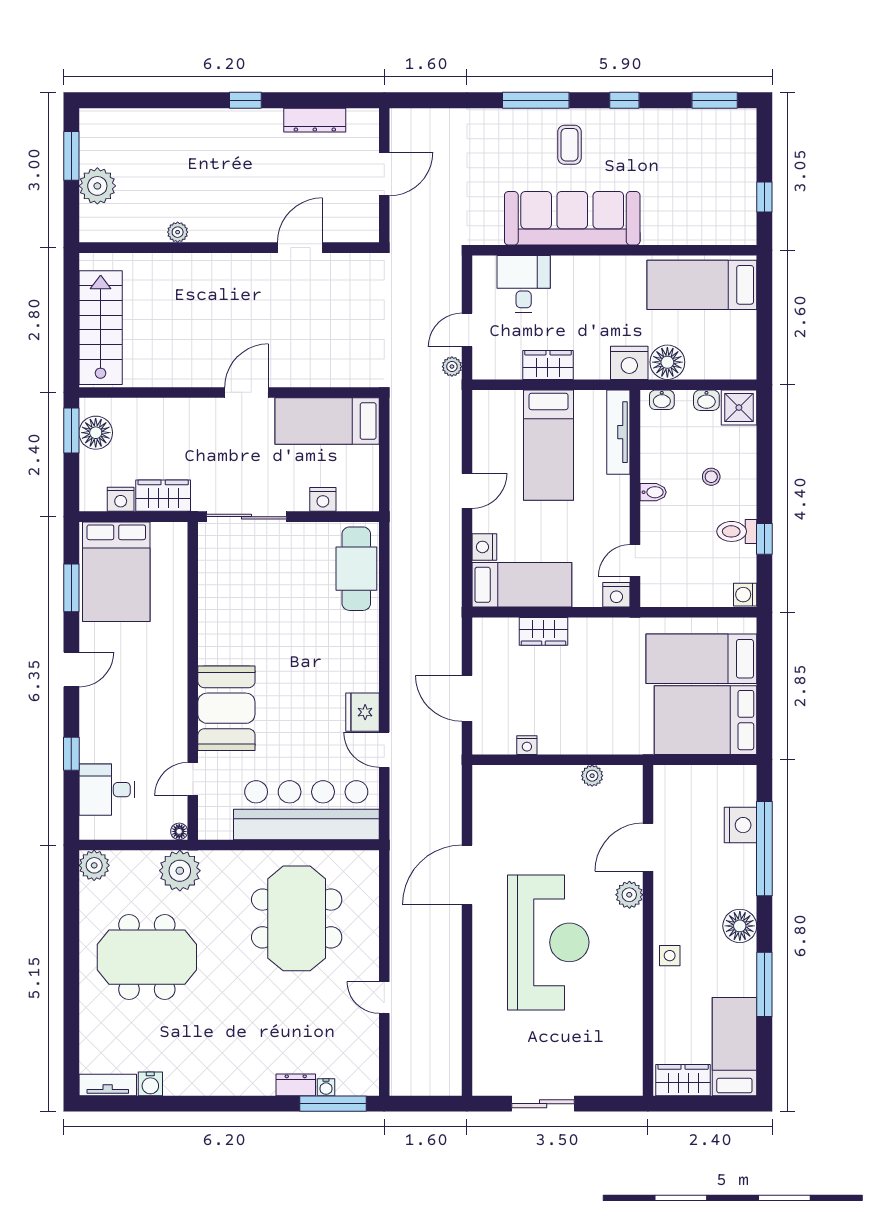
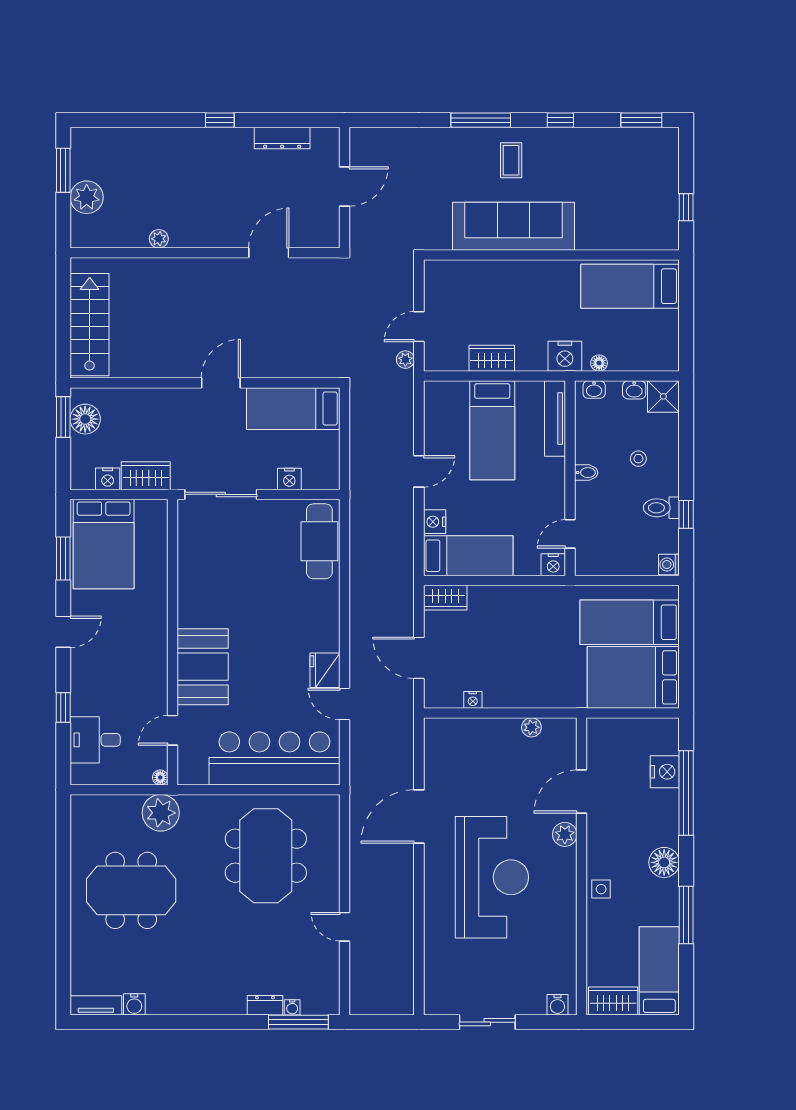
desk: (524, 284) -> (470, 285), removed
floor lamp: (667, 362) -> (599, 363), width x0.53, depth x0.53
wardrobe: (543, 631) -> (445, 598), moved
plant: (94, 865) -> (84, 808), removed
water cooler: (621, 1084) -> (557, 1005), added

